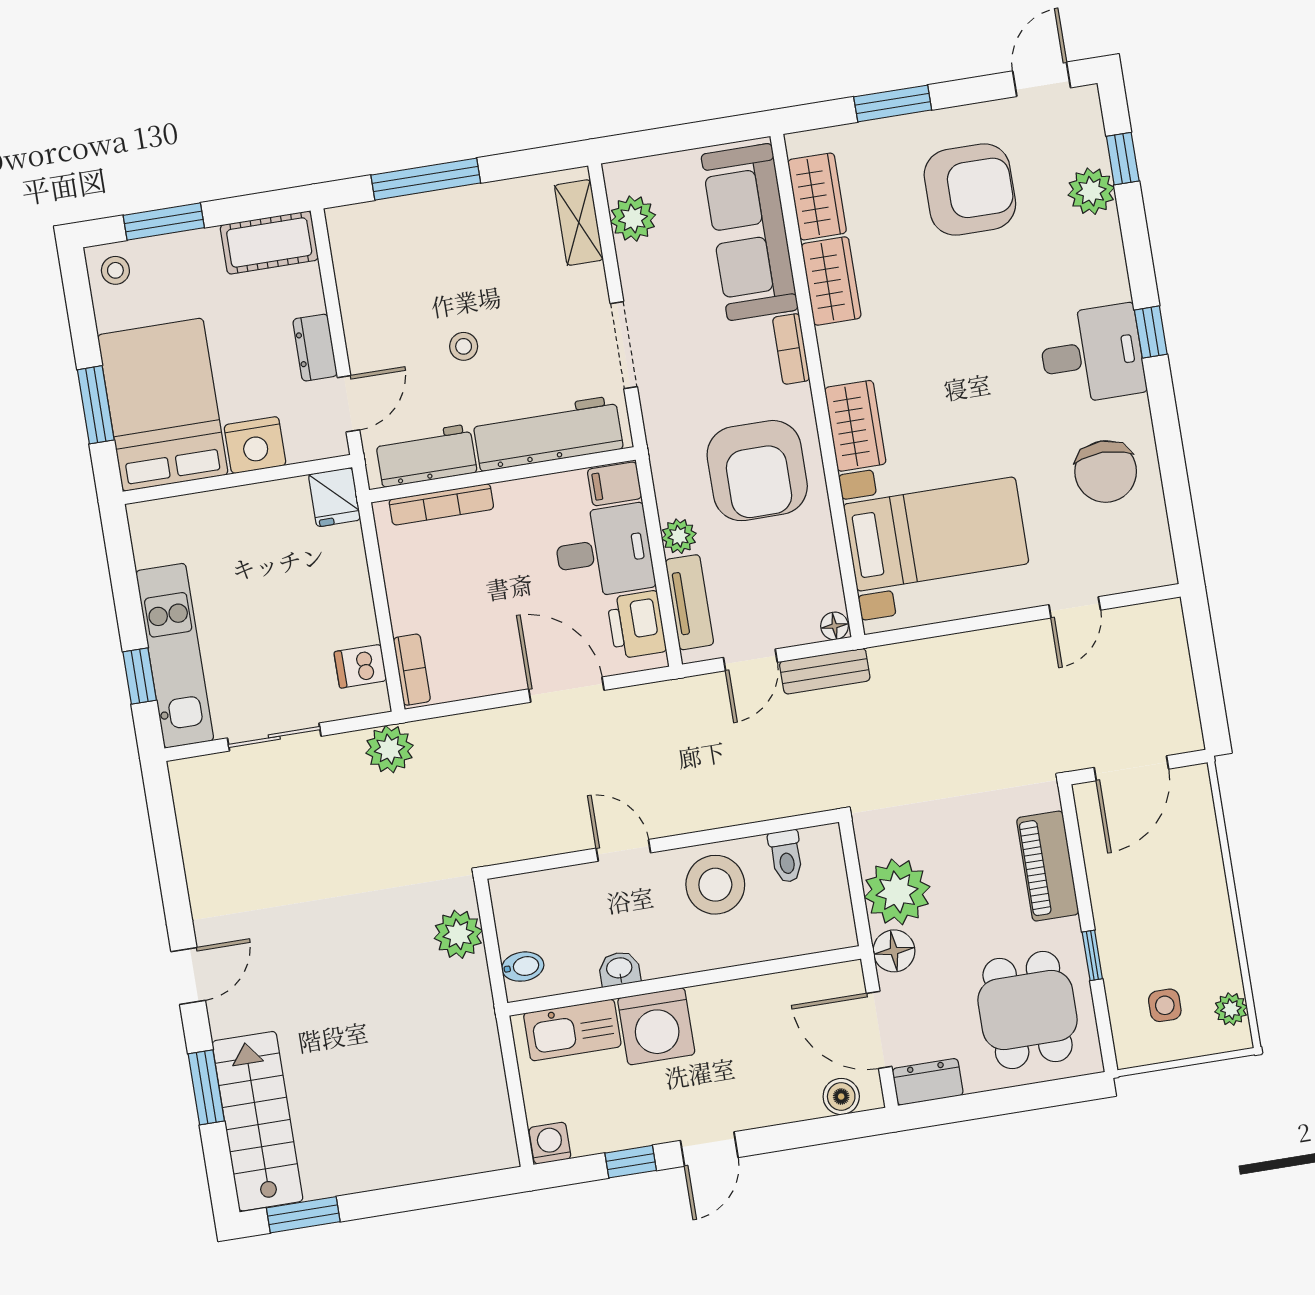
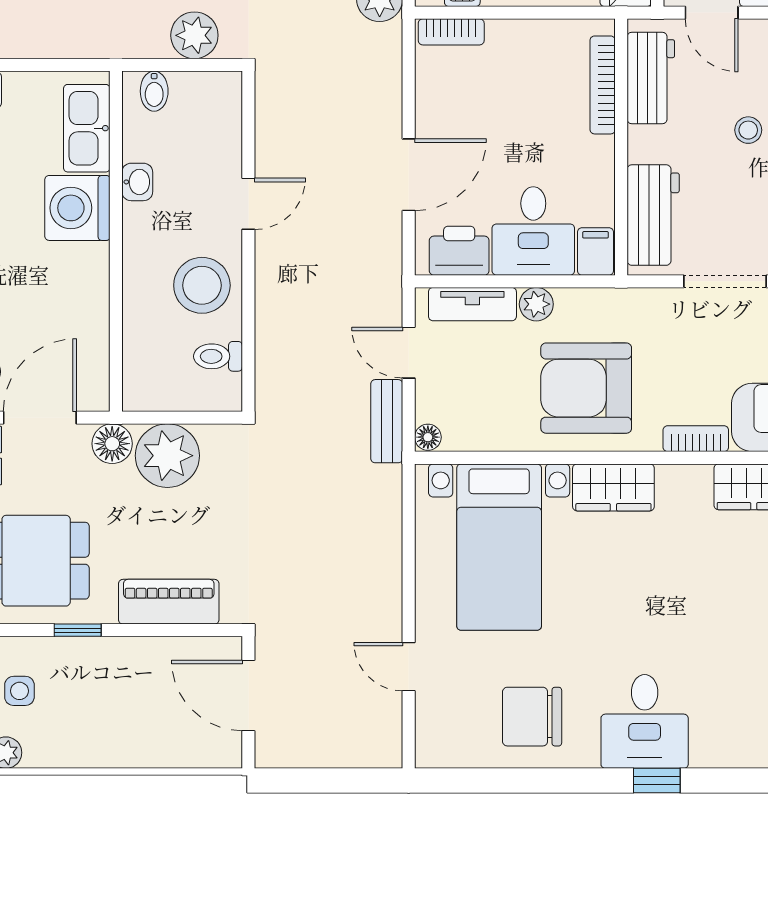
workbench: (548, 434) -> (653, 215), width x0.73

